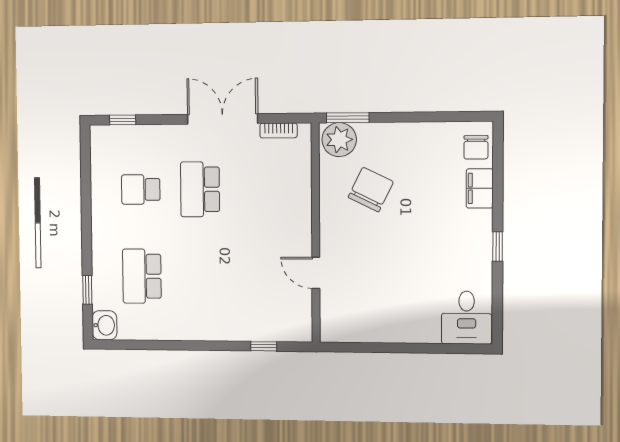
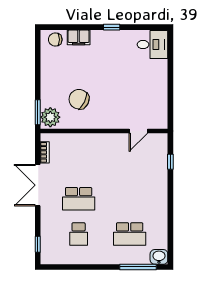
chair: (476, 147) -> (55, 40), turned 180
door: (316, 273) -> (138, 131), moved
window: (87, 290) -> (138, 267), width x2.17

